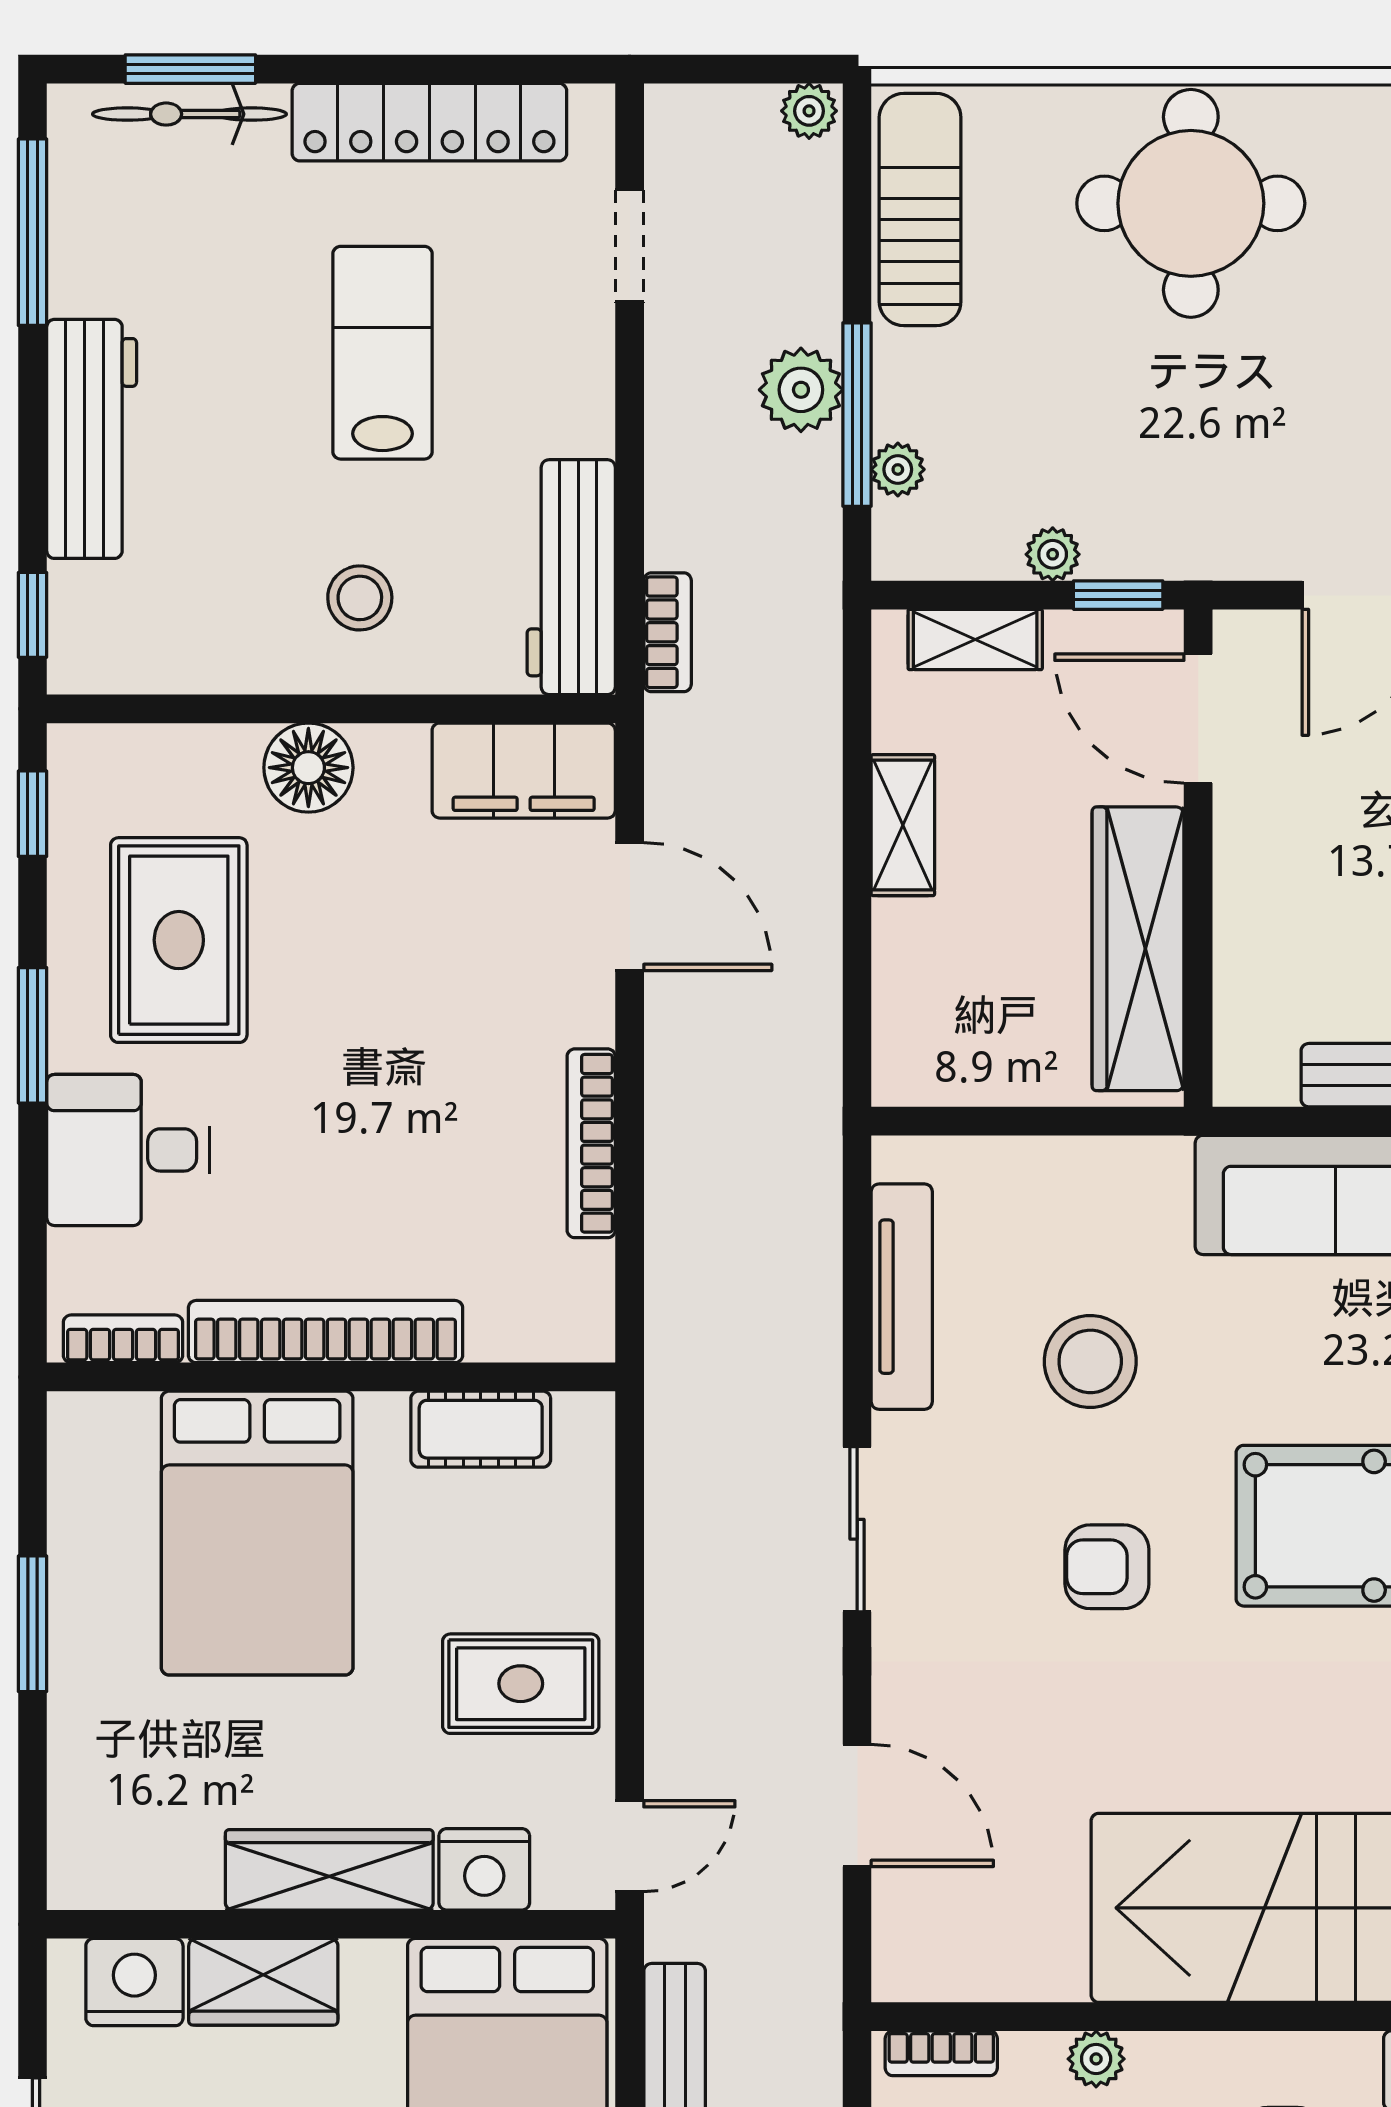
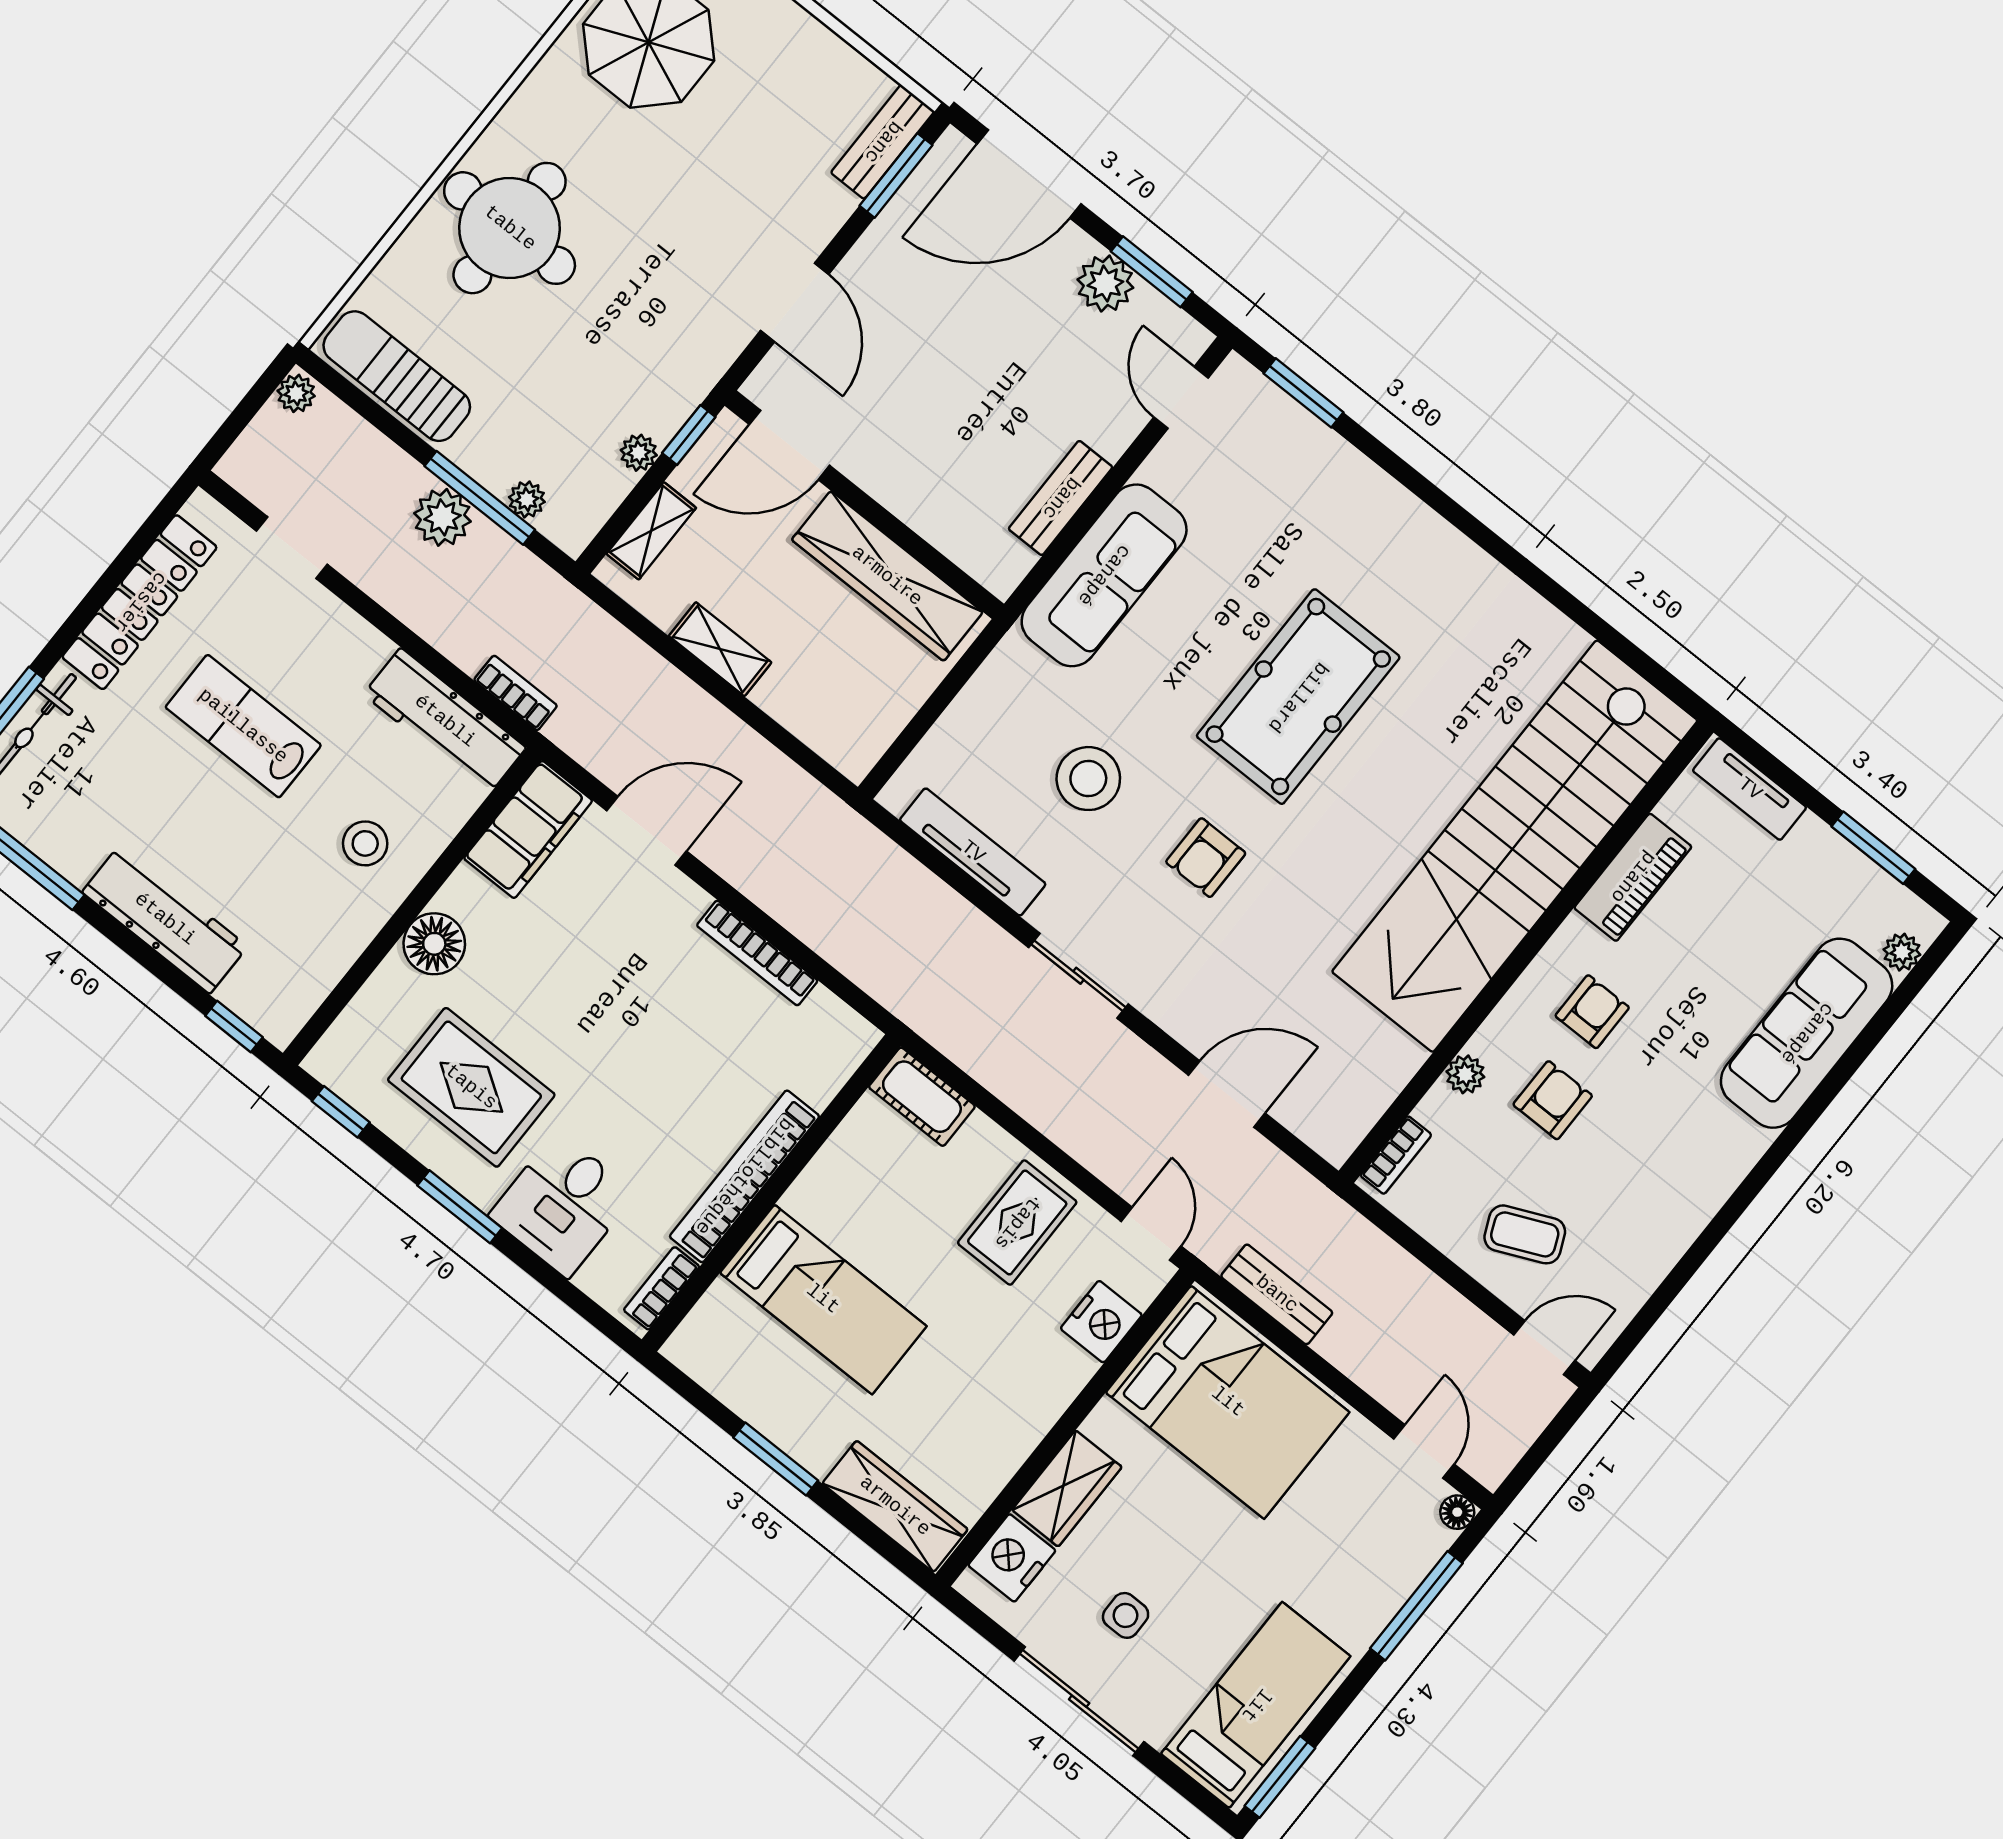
cot: (481, 1429) -> (922, 1097), moved, turned 90
bed: (257, 1533) -> (823, 1299), width x0.67
wardrobe: (329, 1870) -> (895, 1506), moved, turned 90

